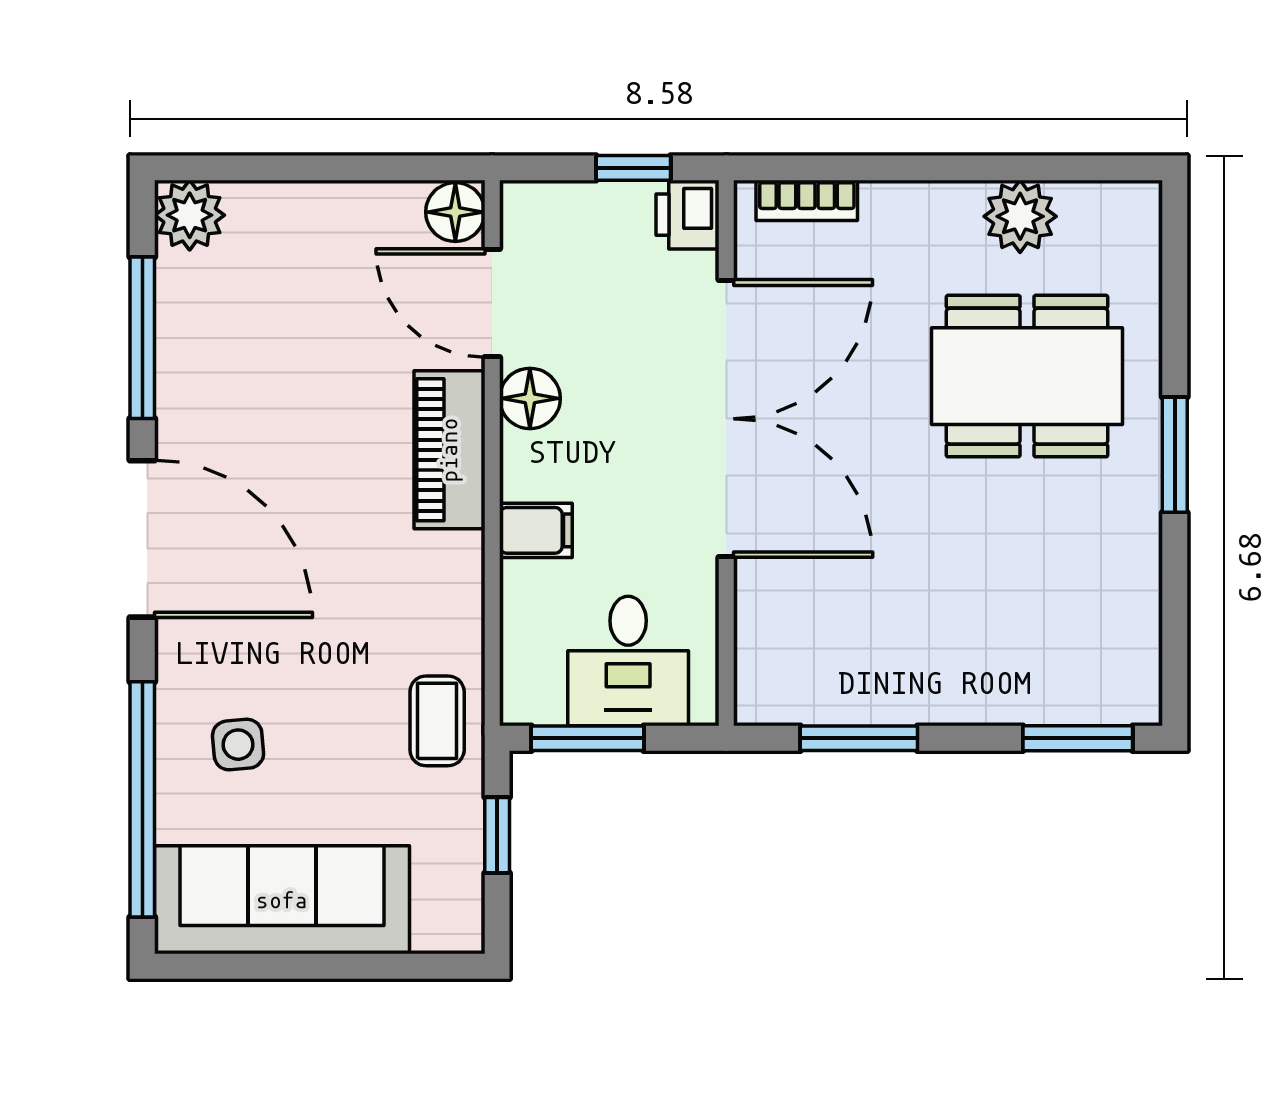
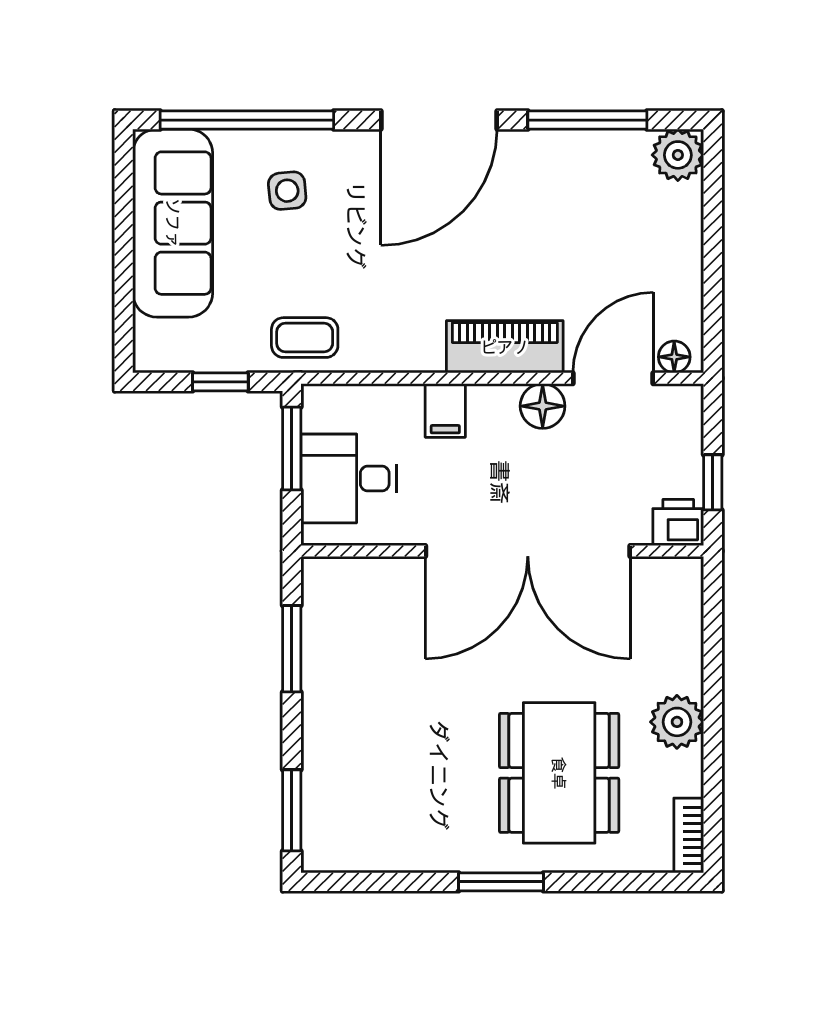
bookcase: (807, 200) -> (689, 835), moved
floor lamp: (455, 212) -> (674, 357), width x0.73, depth x0.73
plant: (1020, 216) -> (677, 722), moved

